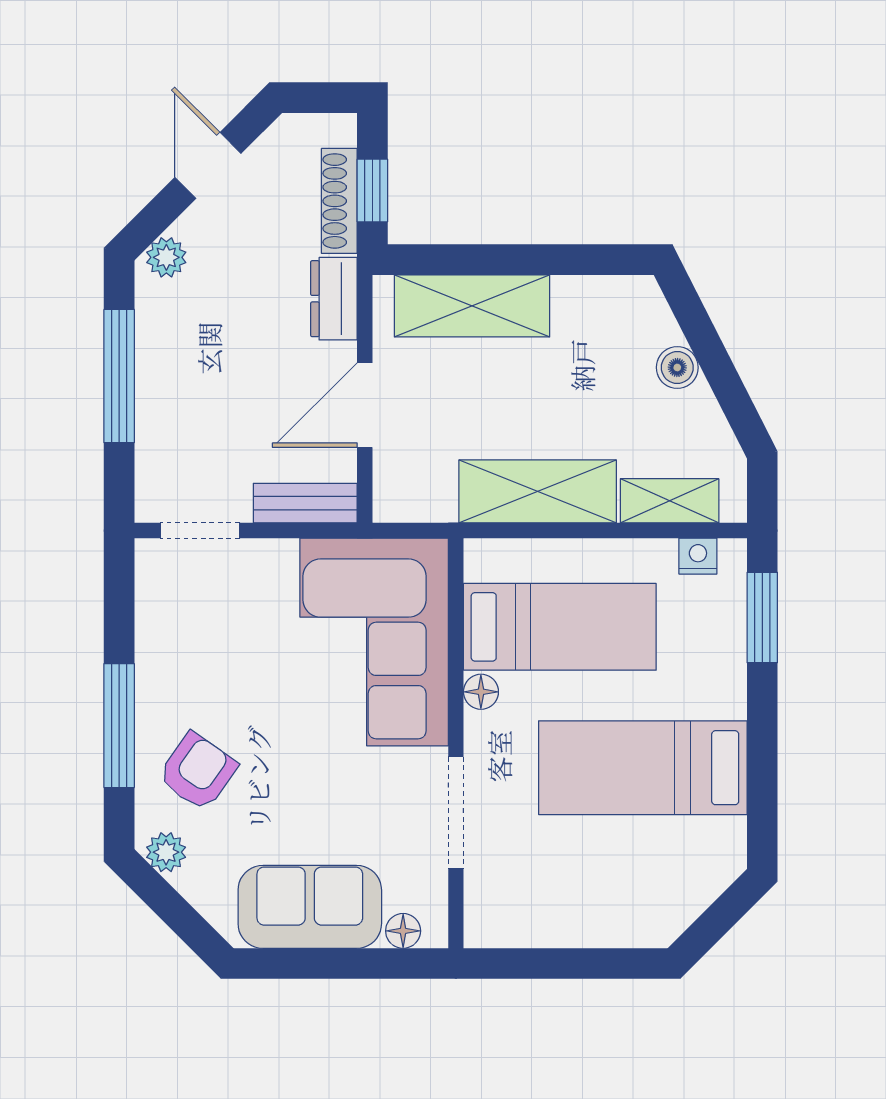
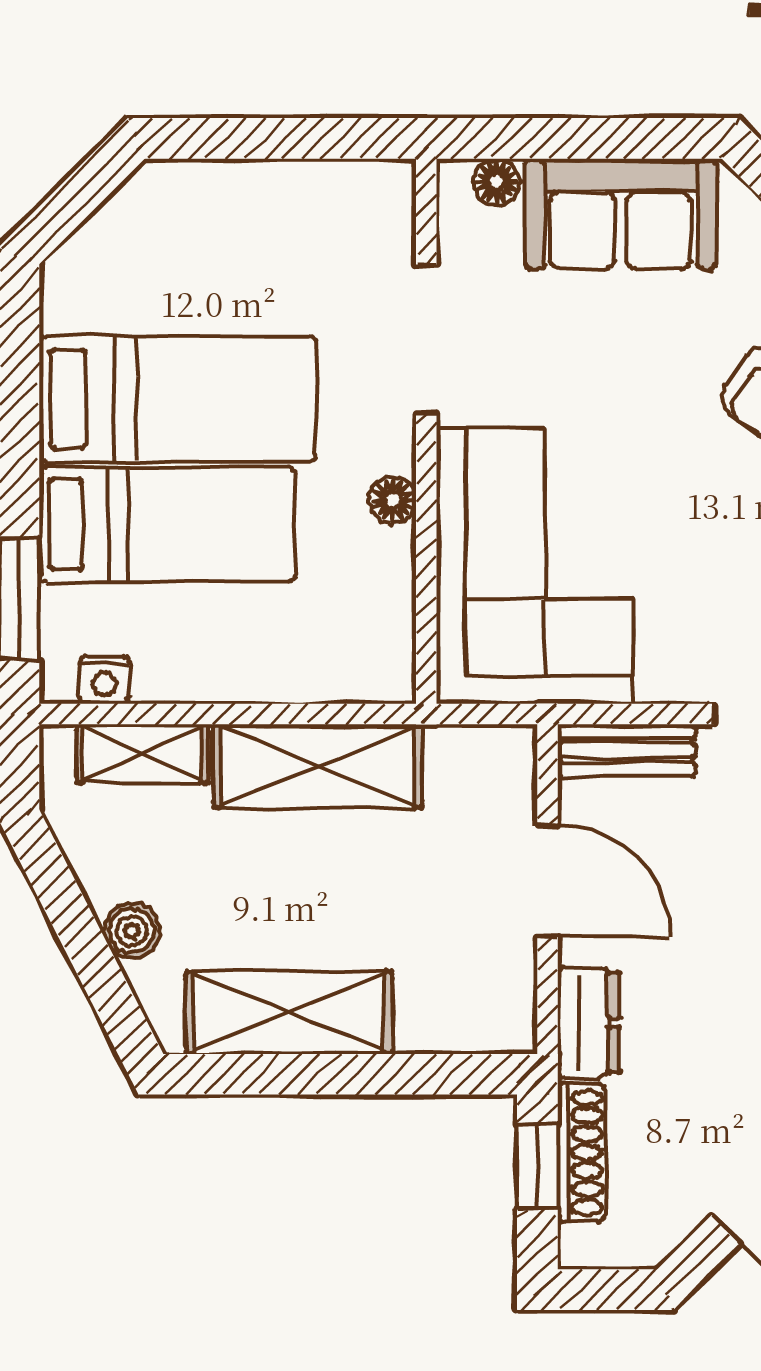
shelving: (472, 306) -> (289, 1013), moved
door: (365, 405) -> (547, 881), hinge flipped
bed: (560, 627) -> (167, 524), moved, turned 180

